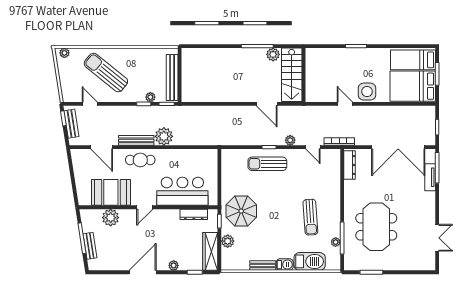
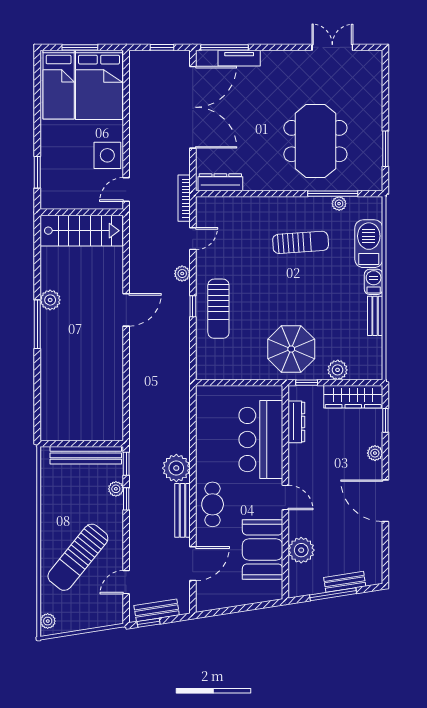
stairs: (292, 75) -> (81, 231), moved
wall: (304, 75) -> (82, 212), moved
meeting table: (376, 227) -> (315, 141), turned 90

